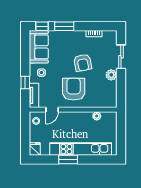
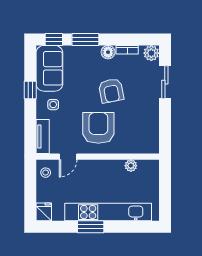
floor lamp: (80, 35) -> (108, 52), added
plant: (111, 75) -> (151, 53), moved
window: (25, 82) -> (30, 90), moved

